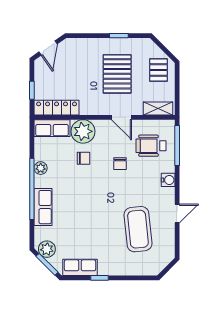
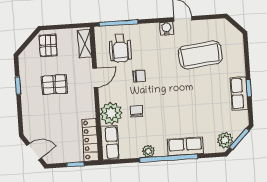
pallet: (158, 70) -> (48, 46), turned 90
pallet: (117, 74) -> (54, 85), width x0.67, depth x0.71
water cooler: (168, 180) -> (167, 28), moved
row of seats: (80, 267) -> (239, 93), moved

